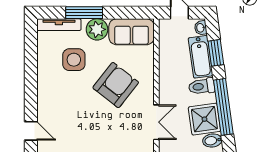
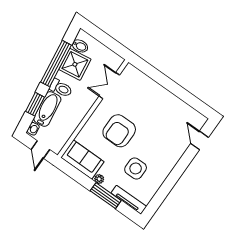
plant: (97, 29) -> (99, 179), width x0.53, depth x0.53
armchair: (116, 85) -> (119, 131), turned -38

